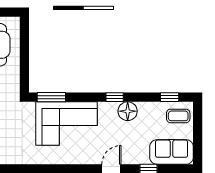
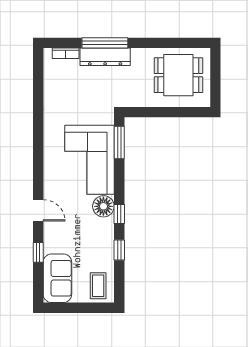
window: (170, 97) -> (119, 250), moved
floor lamp: (128, 111) -> (103, 206), moved

